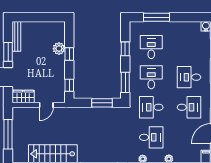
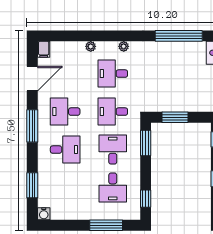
window: (125, 49) -> (146, 199), moved
desk: (151, 77) -> (113, 150), turned 180
desk: (151, 107) -> (113, 112), turned 180

